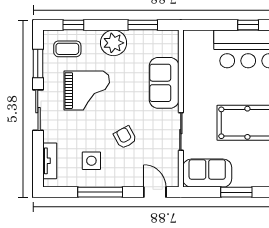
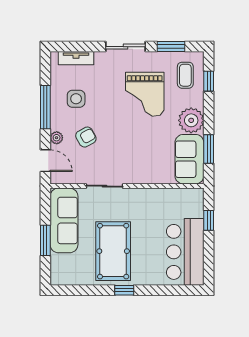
window: (248, 25) -> (209, 220), moved
sofa: (164, 83) -> (189, 159), moved, turned -90
armchair: (125, 137) -> (86, 137), moved
sofa: (207, 173) -> (64, 220), width x1.36
plant: (131, 181) -> (57, 138), added
door: (155, 192) -> (45, 161), hinge flipped

